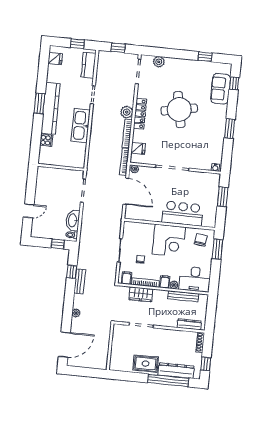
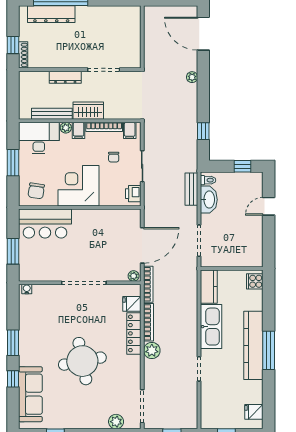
kitchen counter: (88, 65) -> (209, 287), moved
window: (234, 83) -> (13, 379), moved
sofa: (221, 89) -> (30, 394), width x1.36
window: (40, 103) -> (269, 350), width x1.44
locker: (140, 114) -> (134, 333), moved
cooker: (46, 140) -> (255, 281), moved
door: (126, 191) -> (142, 245), swing flipped
bar counter: (182, 214) -> (45, 223), moved
printer: (129, 231) -> (133, 194), added
window: (58, 244) -> (242, 166), moved
window: (217, 249) -> (13, 163), moved
bench: (80, 281) -> (191, 189), moved
wardrobe: (141, 294) -> (88, 111), moved
dresser: (189, 324) -> (65, 77), moved
door: (64, 345) -> (203, 34), hinge flipped
rug: (146, 364) -> (93, 19), removed
window: (206, 364) -> (13, 45), moved

